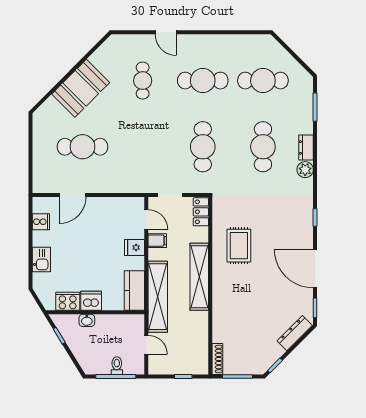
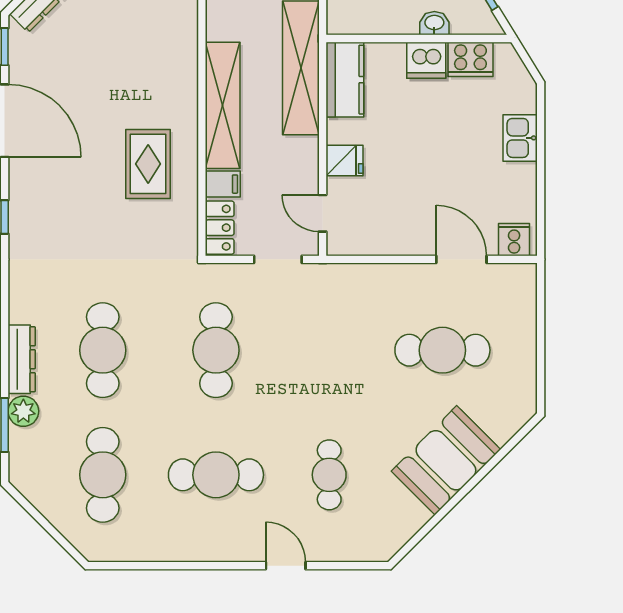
cafe table: (263, 81) -> (103, 475), turned 90
dresser: (306, 148) -> (22, 359), width x1.44
plant: (305, 170) -> (23, 411), moved
door: (72, 195) -> (461, 259), hinge flipped
cooker: (41, 222) -> (514, 240), moved, turned 90
filing cabinet: (157, 241) -> (223, 184), moved, turned 180

